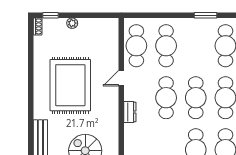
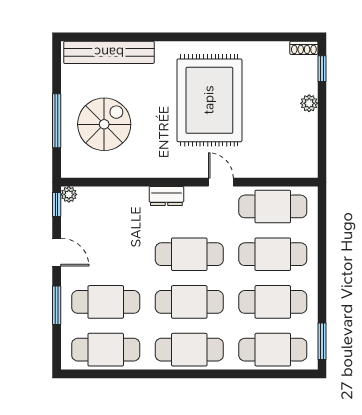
window: (205, 15) -> (322, 341), moved
cafe table: (196, 46) -> (273, 302), added
rug: (70, 85) -> (209, 100), turned 90

